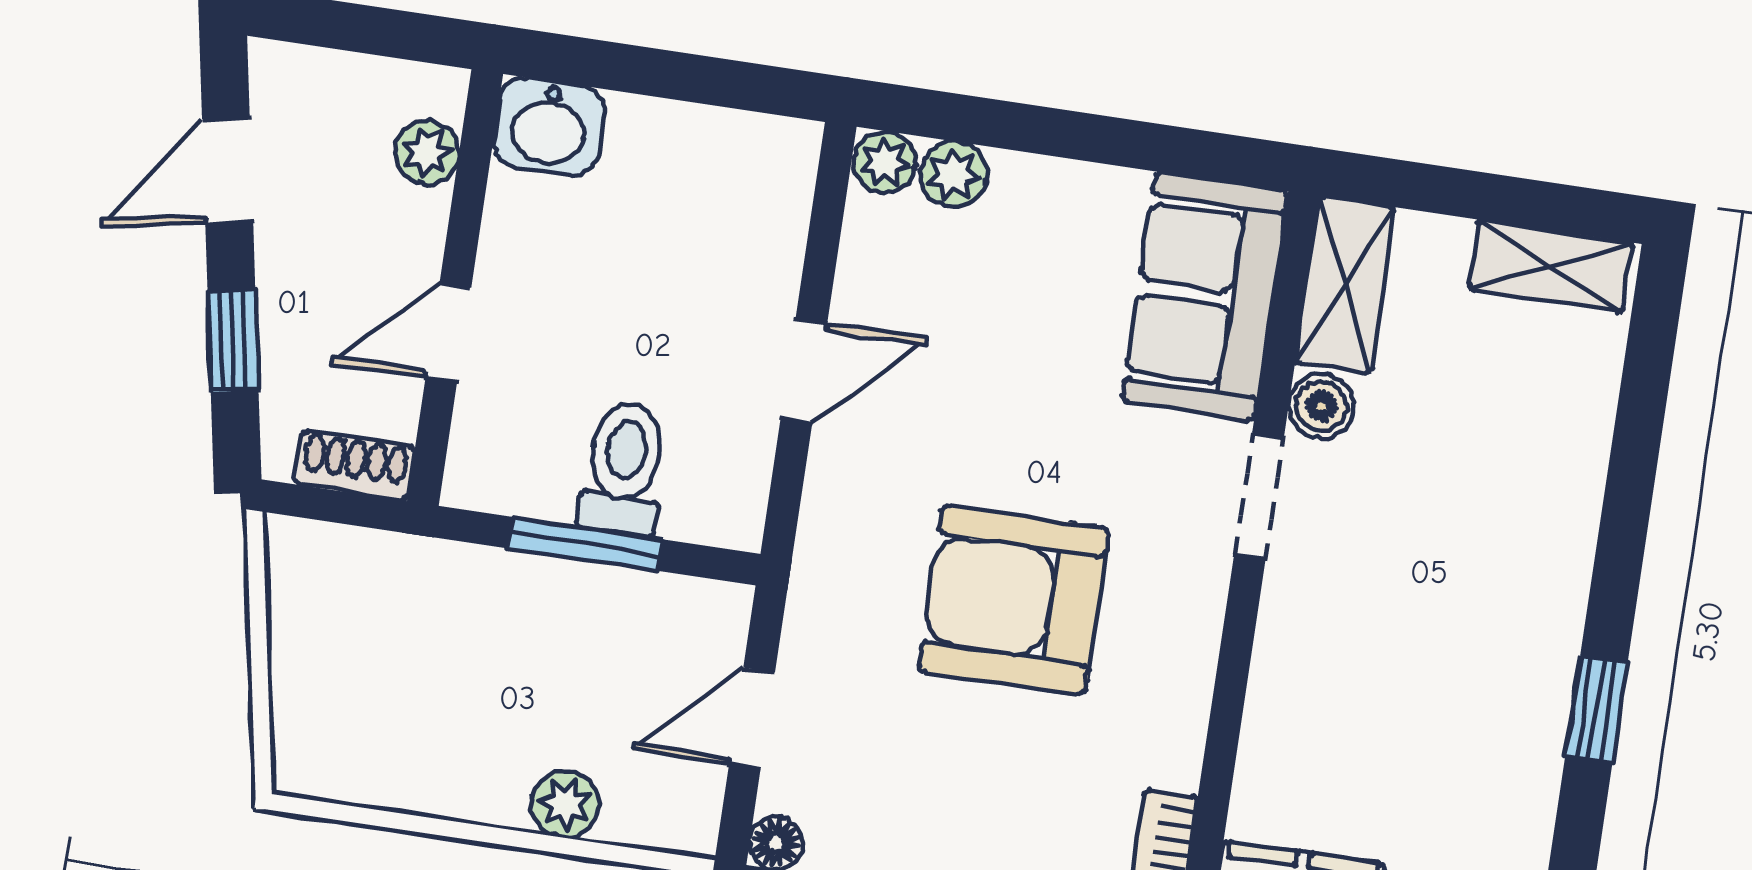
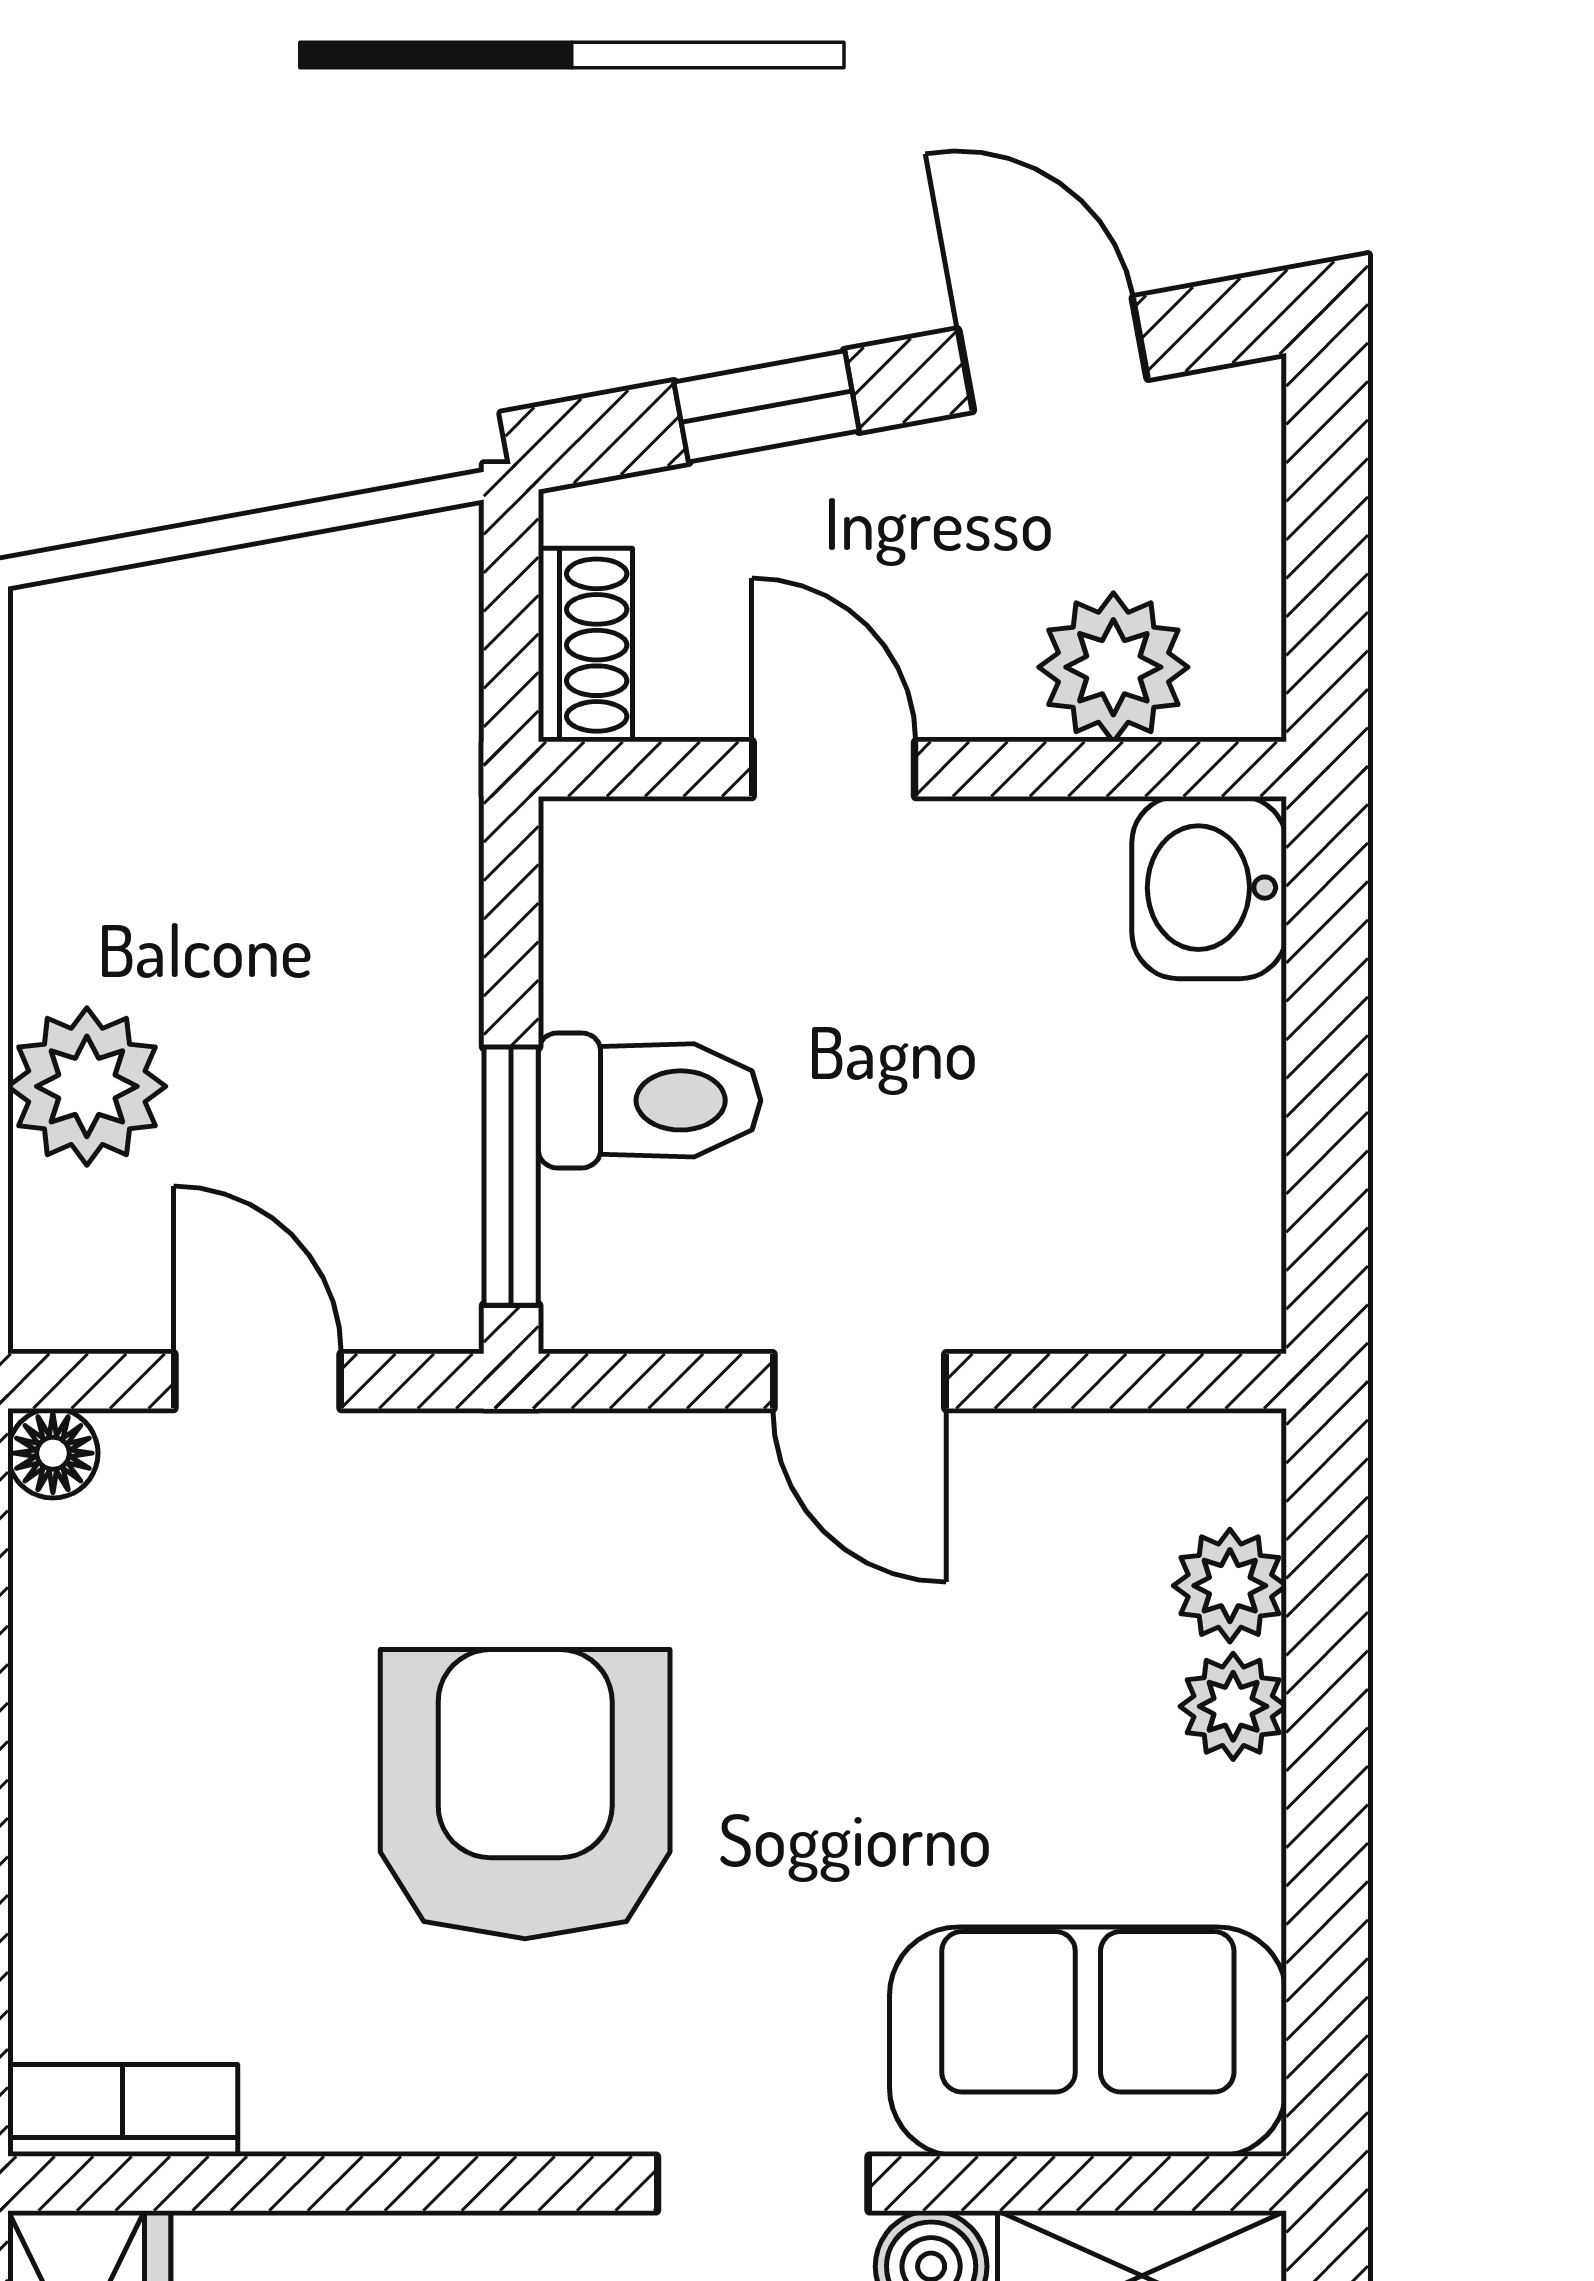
plant: (427, 153) -> (1113, 667), width x1.38, depth x1.38
plant: (885, 162) -> (1233, 1706), moved
window: (586, 544) -> (511, 1176), moved
plant: (565, 804) -> (87, 1086), width x1.38, depth x1.38

